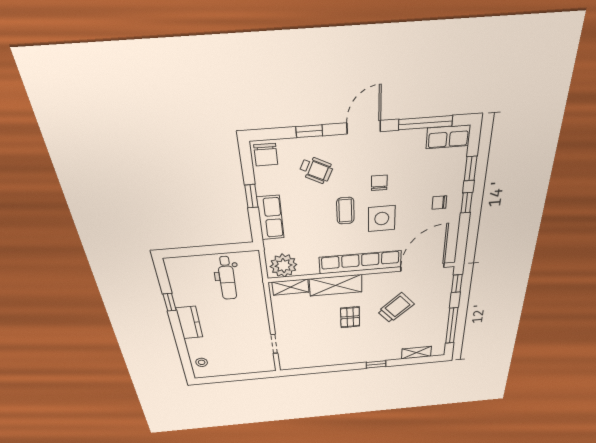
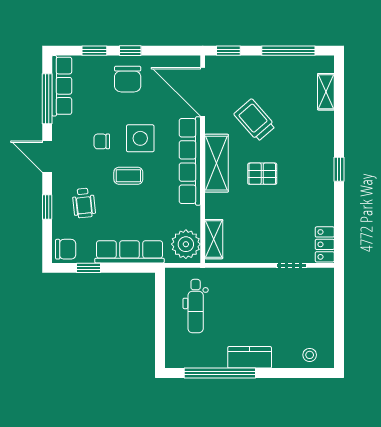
row of seats: (448, 137) -> (62, 86), width x1.48
wheelchair: (316, 170) -> (84, 203), turned 148
window: (251, 196) -> (88, 268), moved
chair: (439, 203) -> (128, 79), width x1.87, depth x1.87
row of seats: (270, 218) -> (129, 252), width x1.48
dental chair: (227, 278) -> (196, 306), turned 88
shelving: (336, 285) -> (217, 163), moved
window: (170, 302) -> (220, 373), width x3.17
locker: (294, 363) -> (325, 244), added
window: (376, 364) -> (339, 169), moved

